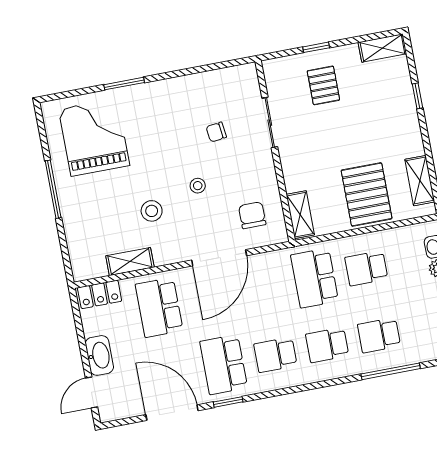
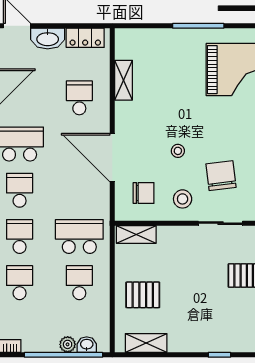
chair: (216, 132) -> (221, 176), width x1.87, depth x1.87
pallet: (367, 194) -> (143, 295), width x0.67, depth x0.71
stool: (152, 211) -> (183, 199), moved
locker: (100, 294) -> (85, 38), moved, turned -90
school desk: (159, 307) -> (79, 98), width x0.54

